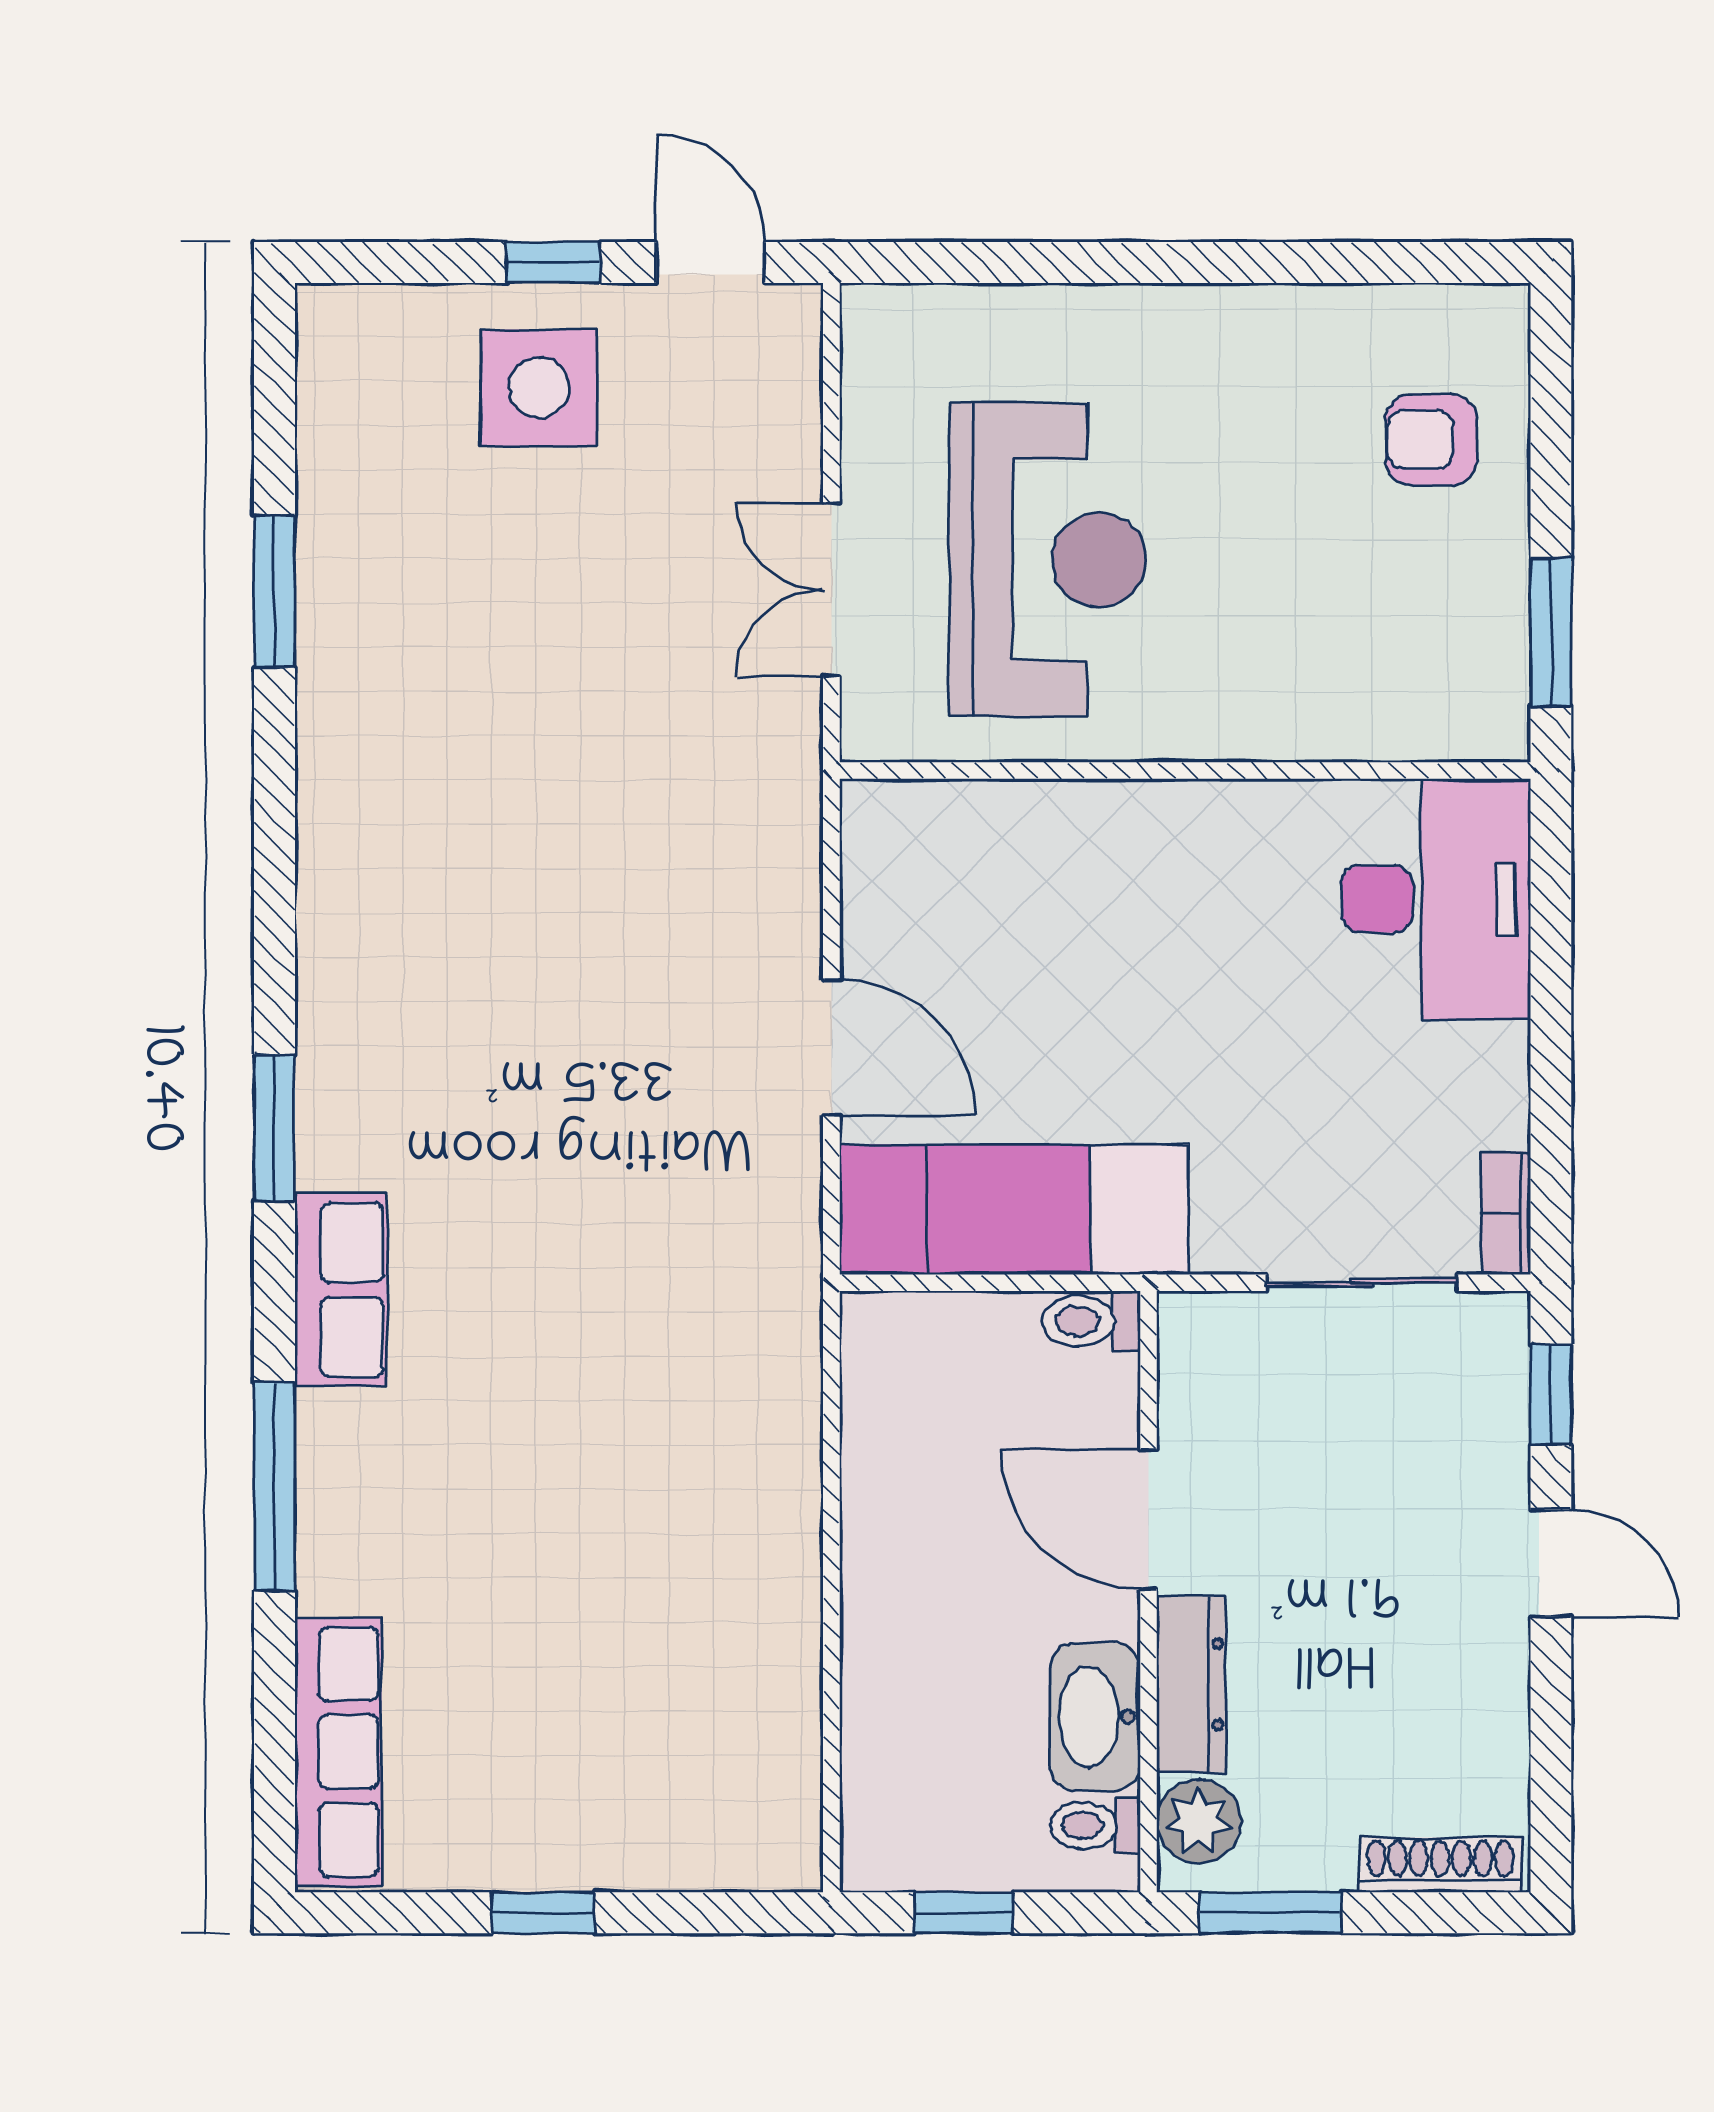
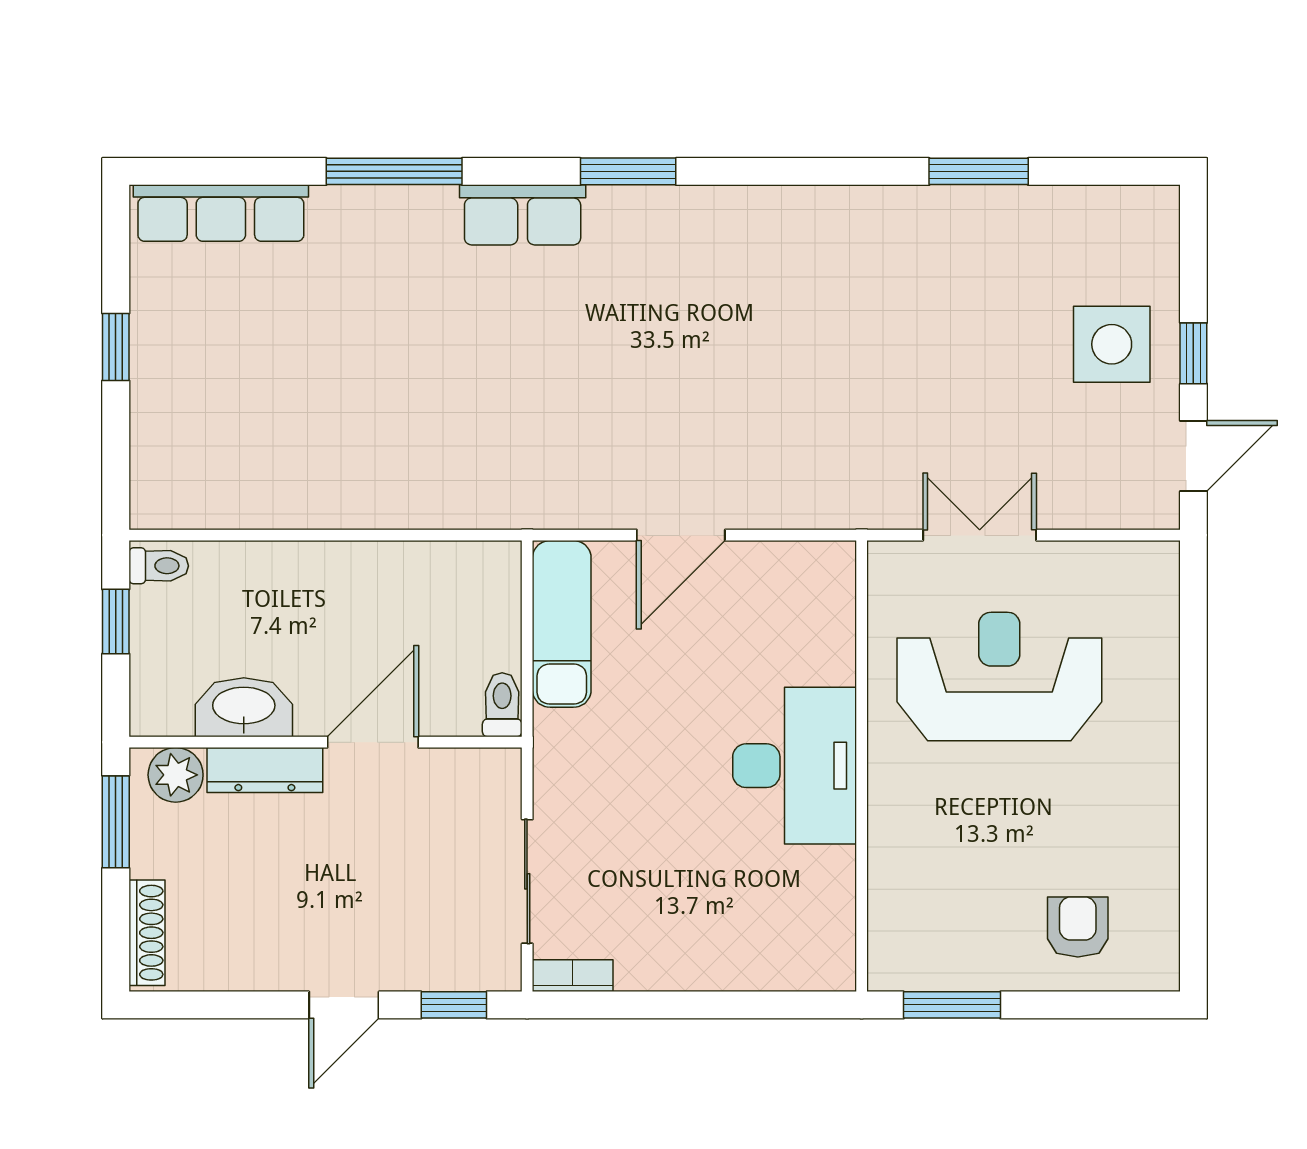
reception desk: (1048, 560) -> (999, 676), turned 180
desk: (1436, 899) -> (795, 766), moved, turned -90
exam couch: (1014, 1209) -> (562, 624), width x0.73, depth x0.69
toilet: (1095, 1825) -> (159, 566), moved, turned 90

